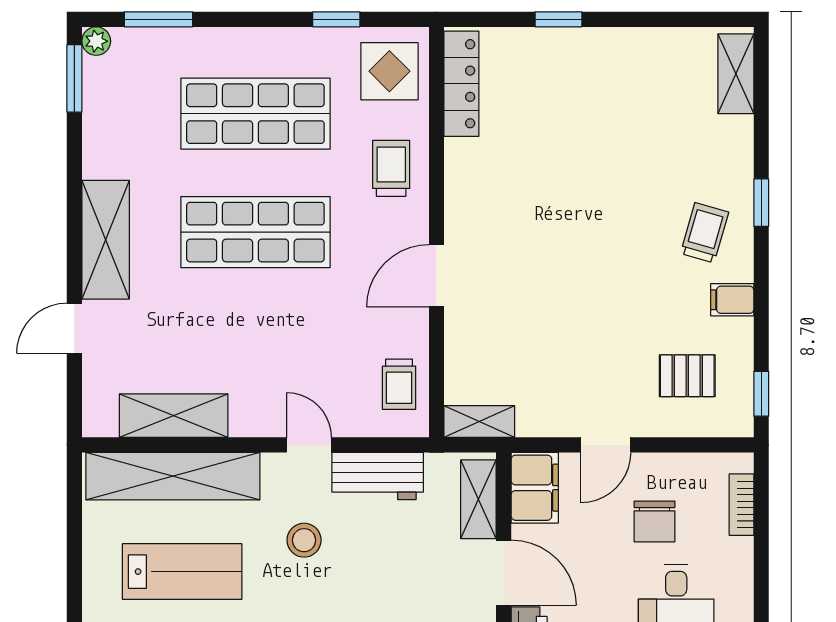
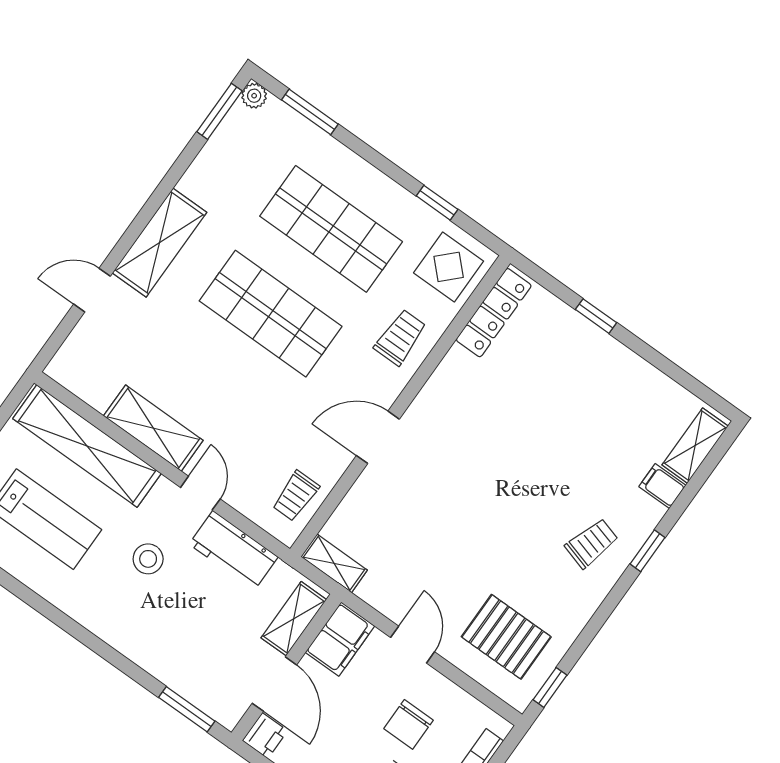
filing cabinet: (732, 300) -> (662, 486), moved
pallet: (687, 376) -> (506, 637), width x1.50, depth x1.42
shelving: (174, 416) -> (153, 428), moved
door: (606, 445) -> (413, 645), swing flipped

